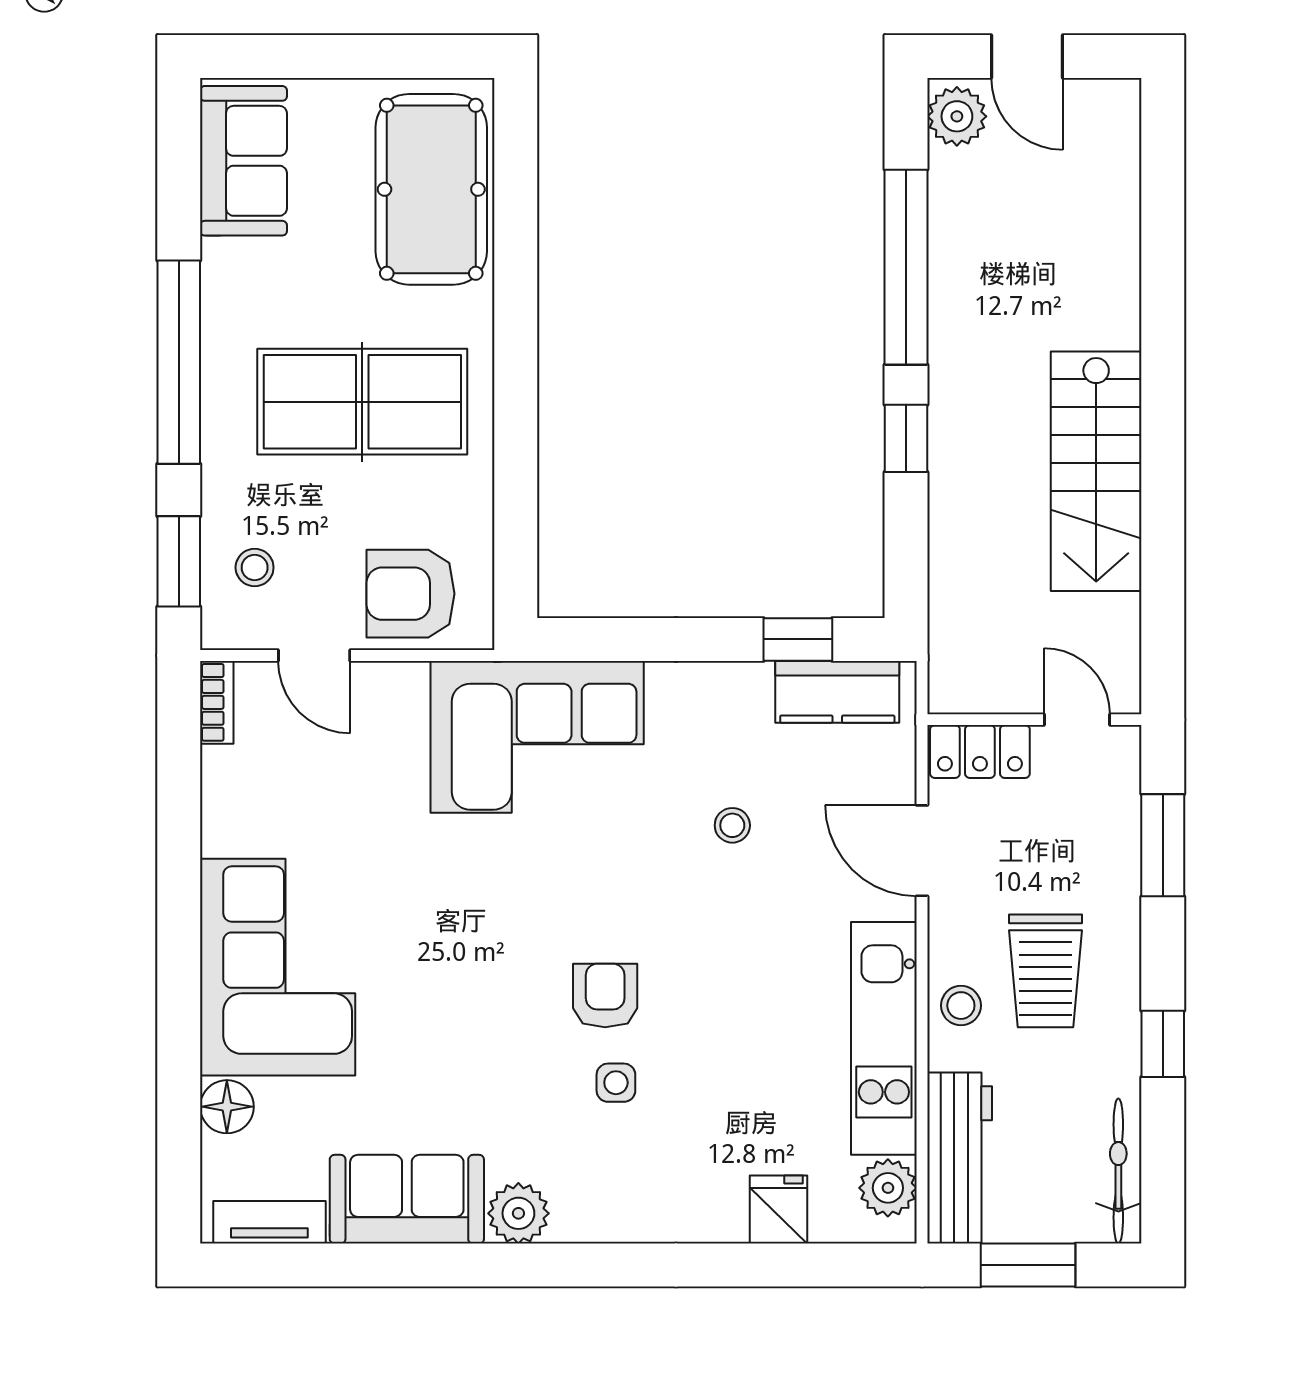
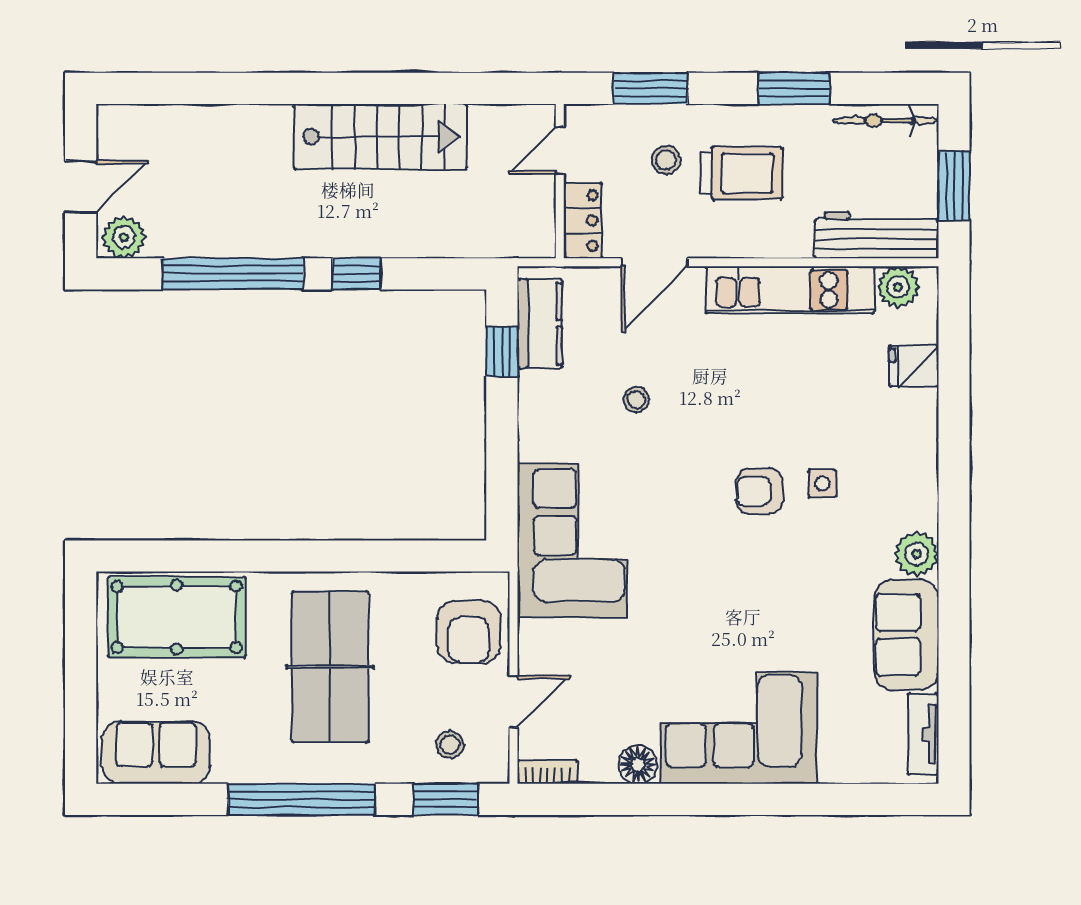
stool: (961, 1006) -> (666, 160), moved
window: (1163, 1044) -> (794, 88), width x1.50
floor lamp: (227, 1107) -> (638, 765), moved

